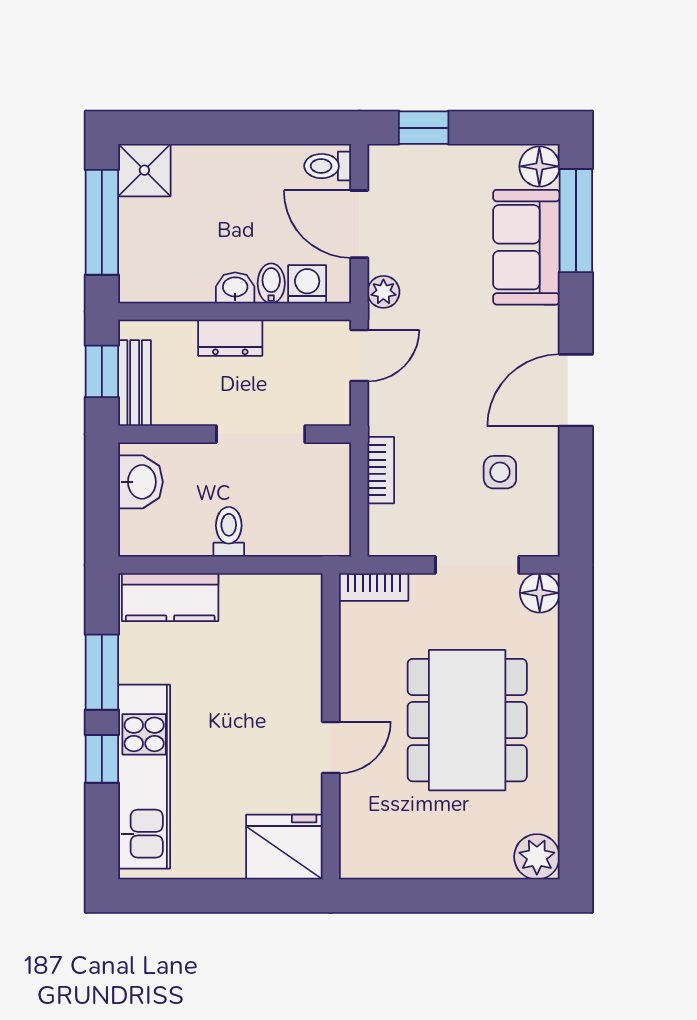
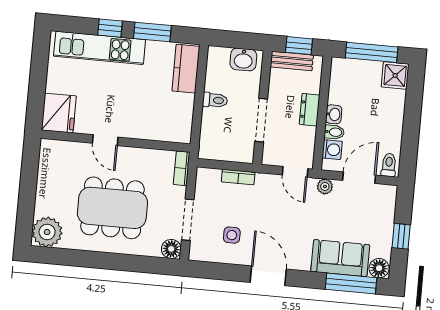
window: (424, 128) -> (401, 236), moved
plant: (537, 857) -> (47, 232), width x1.36, depth x1.36

